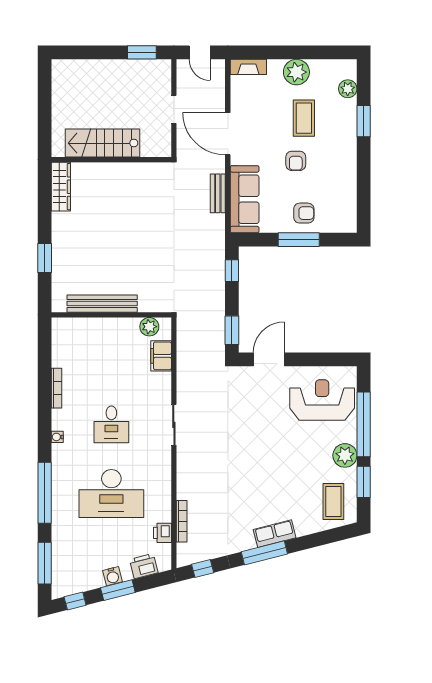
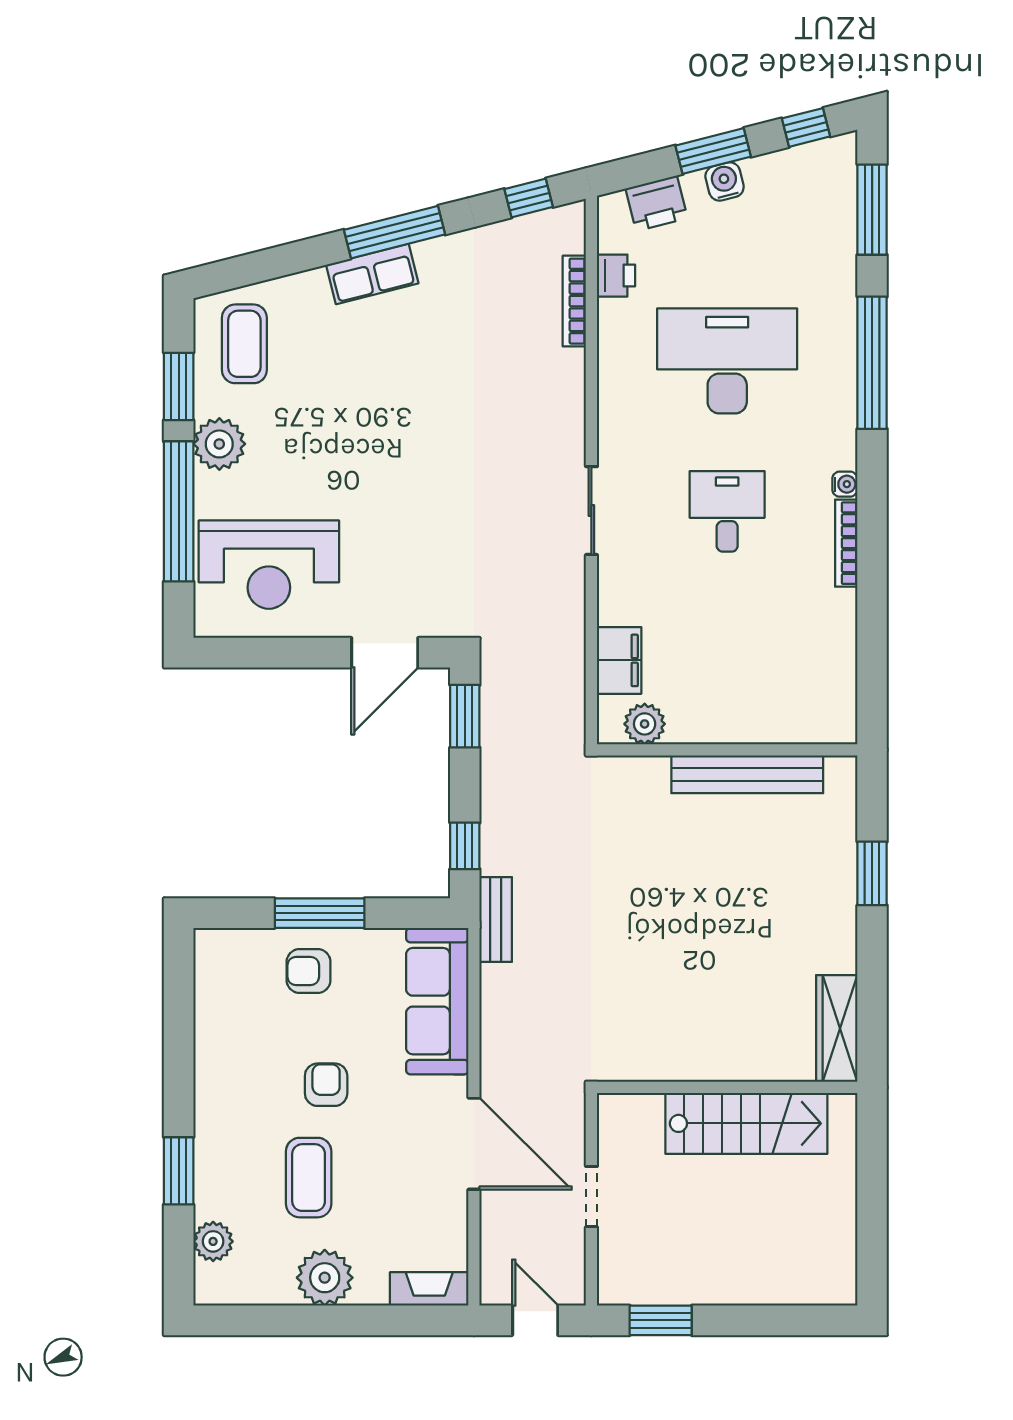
bench: (218, 193) -> (496, 920), moved
bookcase: (57, 388) -> (846, 543), moved

